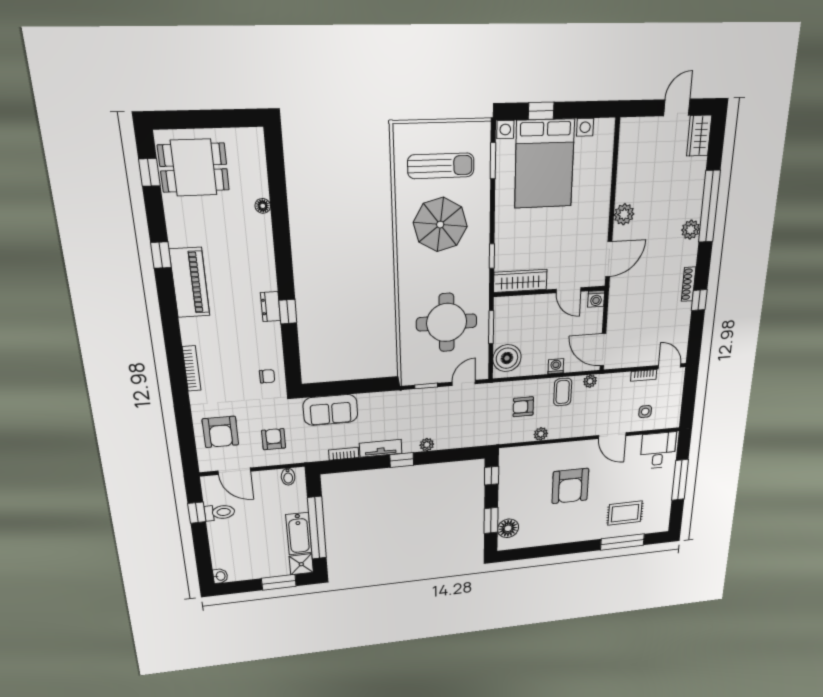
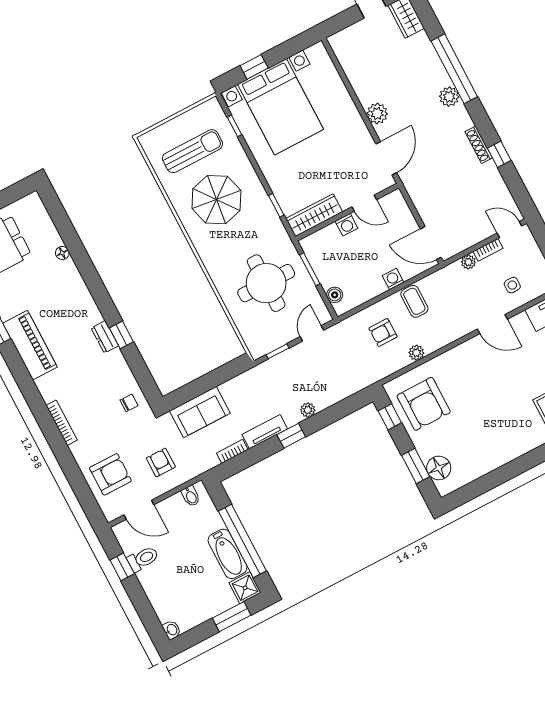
window: (493, 161) -> (235, 126), width x0.67
washing machine: (596, 299) -> (346, 225), moved
boiler: (507, 358) -> (335, 295), width x0.54, depth x0.54
plant: (590, 381) -> (468, 262), moved
armchair: (220, 432) -> (110, 474), turned -90
armchair: (570, 486) -> (424, 404), moved

